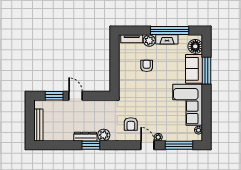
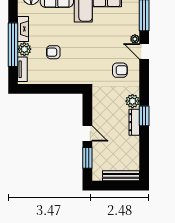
window: (170, 31) -> (13, 45), moved
door: (76, 96) -> (87, 133), swing flipped
door: (147, 145) -> (144, 51), hinge flipped

